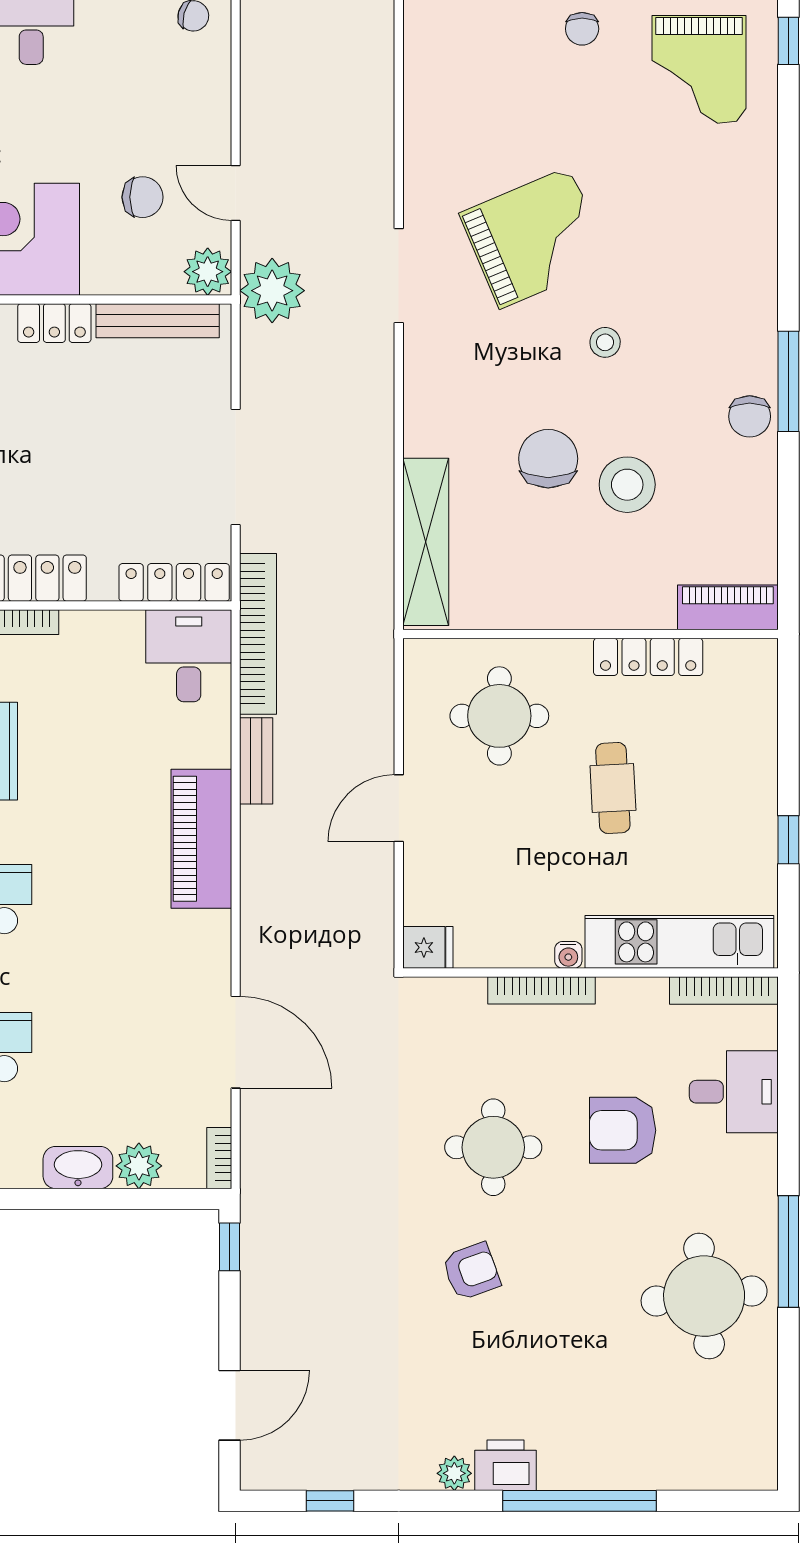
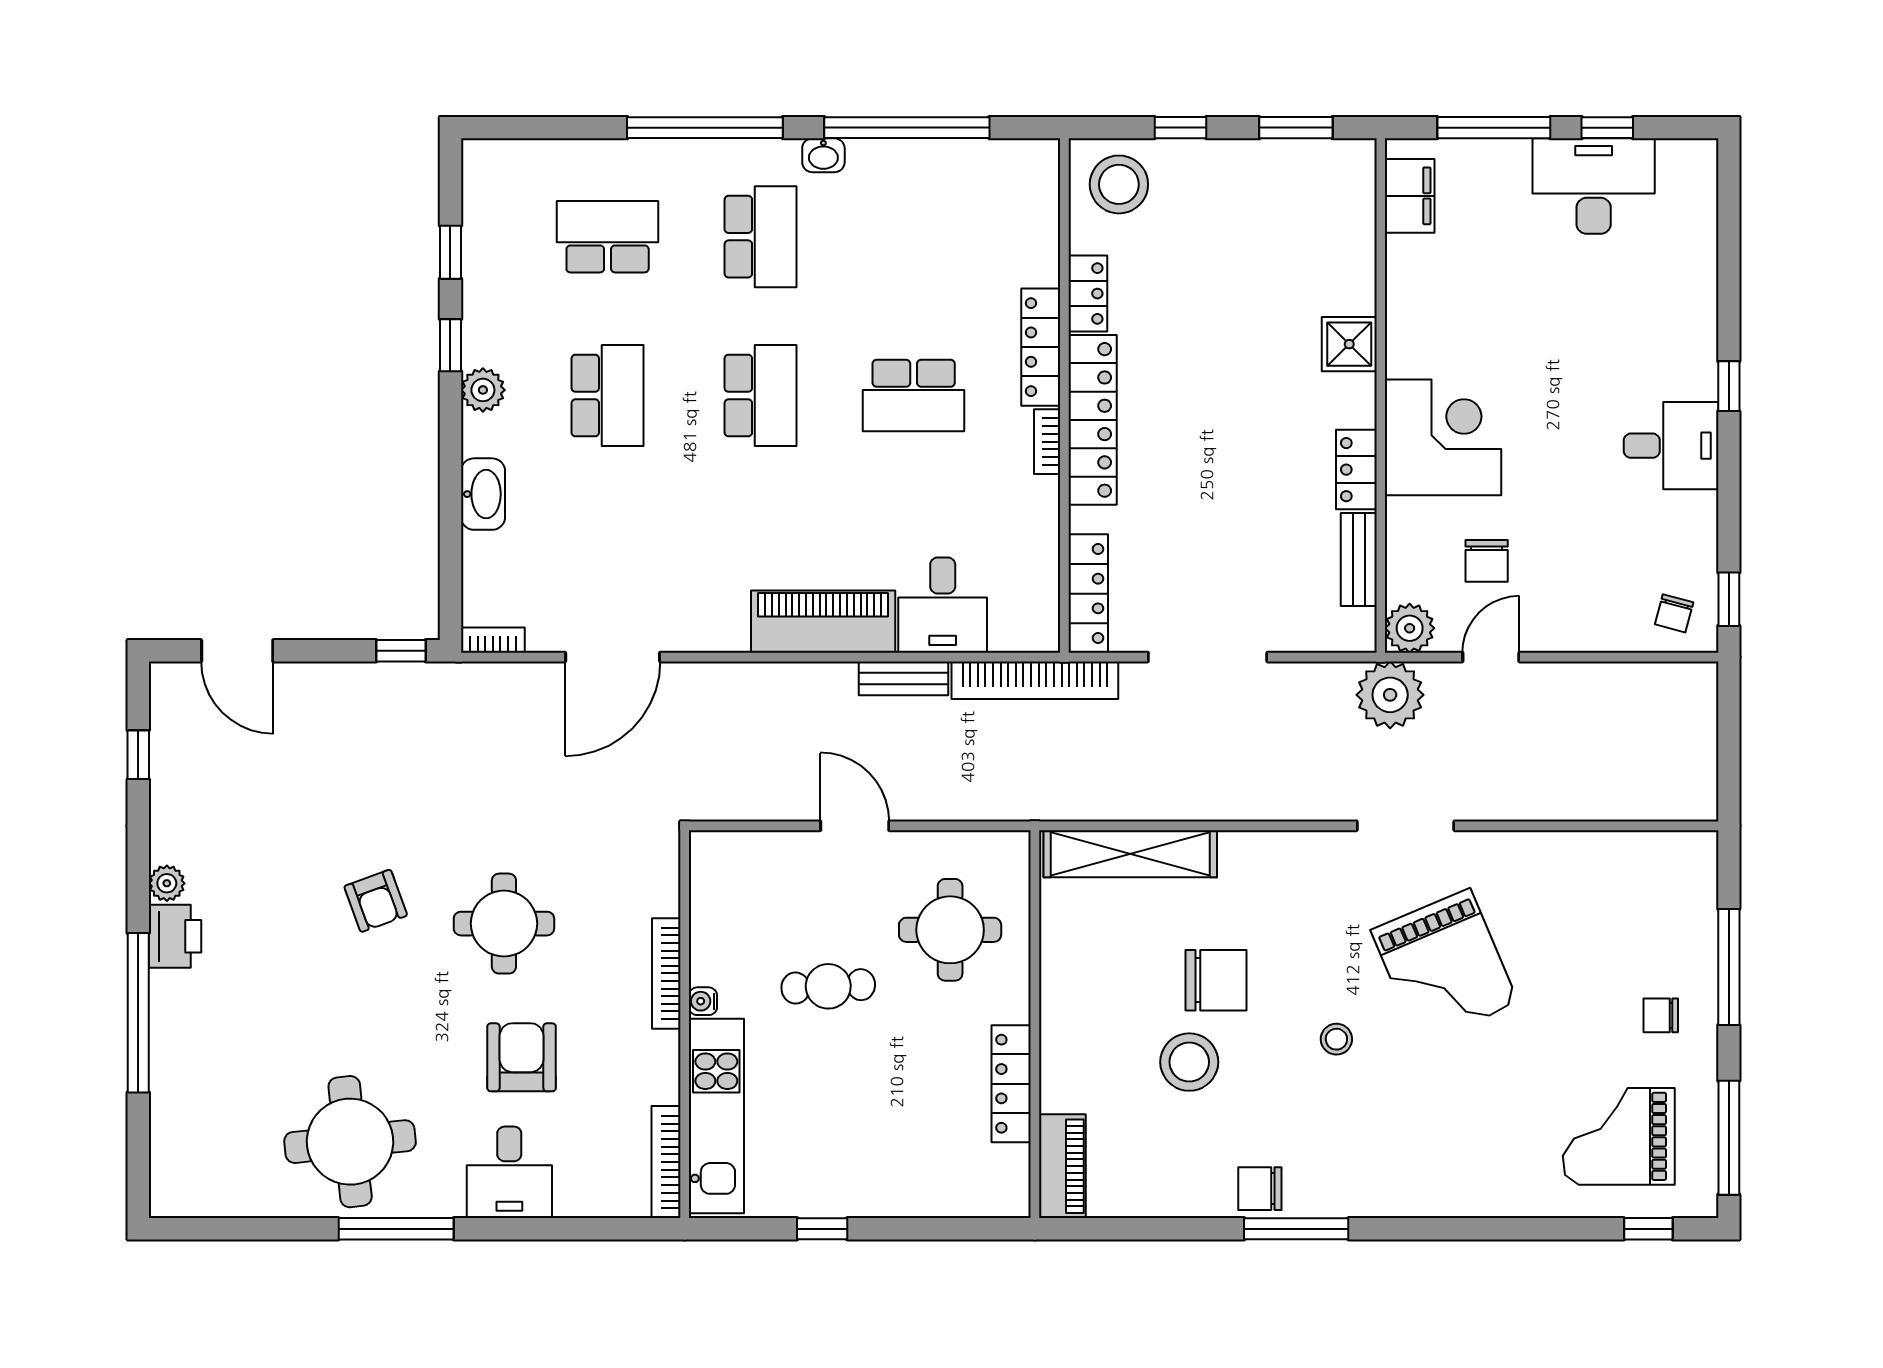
bench: (158, 321) -> (1359, 559), width x0.73
desk: (189, 656) -> (943, 605), moved, turned 90
cafe table: (613, 788) -> (828, 986), moved
fridge: (428, 947) -> (711, 856), removed
desk: (734, 1092) -> (509, 1172), moved
plant: (139, 1166) -> (485, 557), removed

